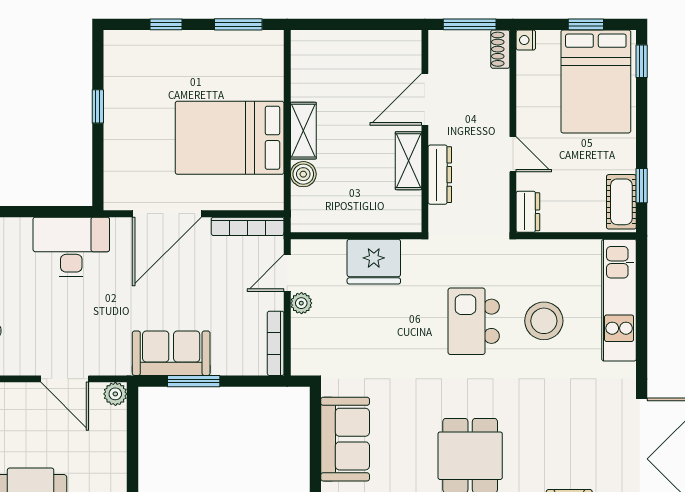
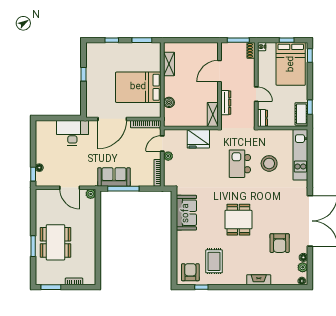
shelving: (303, 131) -> (169, 64), moved
shelving: (408, 161) -> (213, 115), moved
window: (194, 381) -> (123, 189), width x1.44

